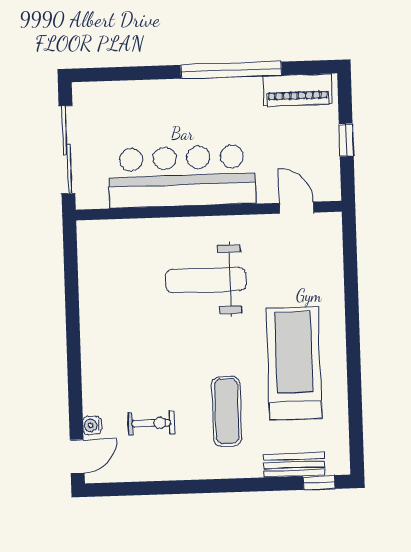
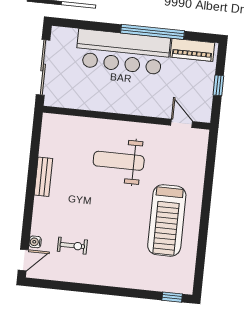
bar counter: (182, 176) -> (123, 52), moved, turned 180
treadmill: (294, 363) -> (167, 220), turned 180
exercise mat: (227, 411) -> (121, 245), removed
bench: (294, 465) -> (43, 177), moved, turned 90

